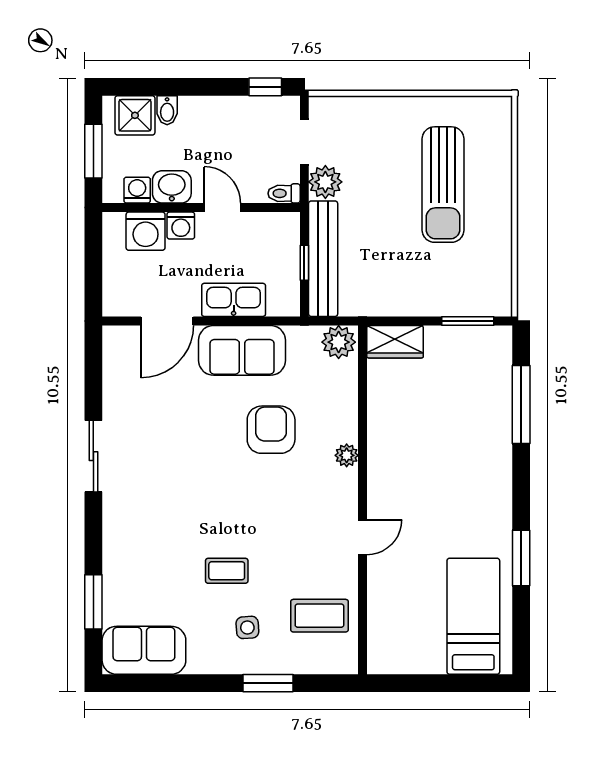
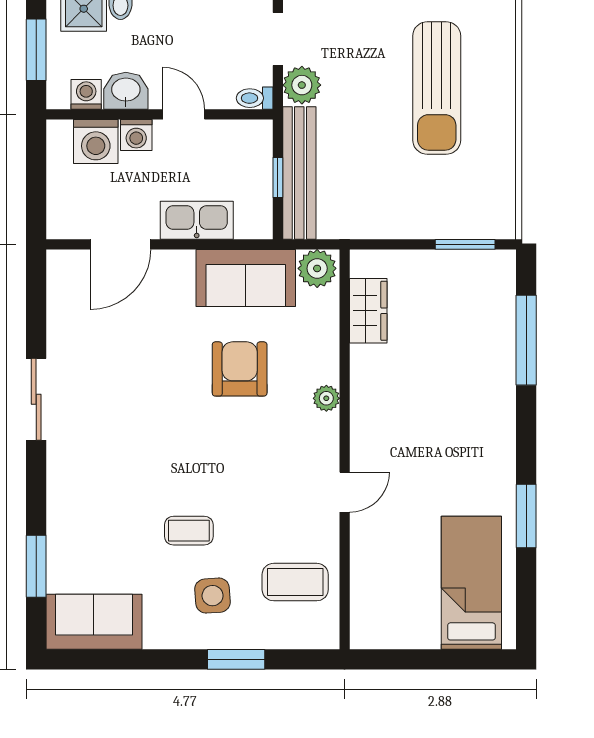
wardrobe: (395, 342) -> (368, 311), moved, turned -90
sofa: (242, 350) -> (246, 278), moved
side table: (247, 627) -> (213, 596), width x1.37, depth x1.37

